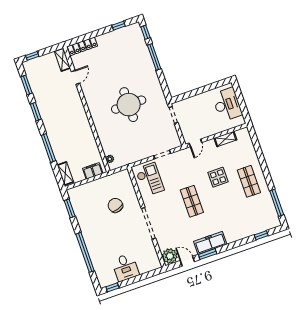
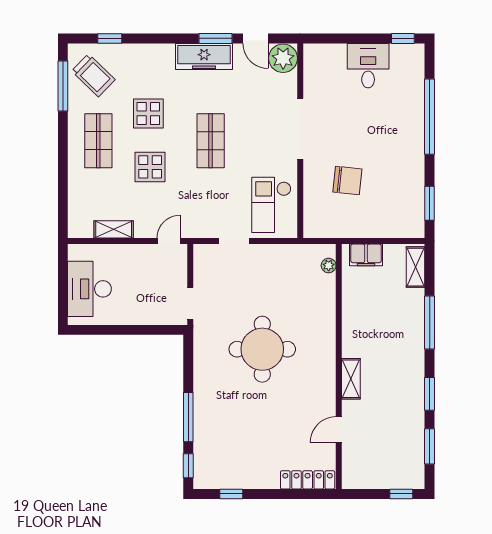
shelving: (62, 60) -> (351, 379), moved
display table: (228, 204) -> (148, 113), added
chair: (115, 205) -> (347, 180), turned -66
trolley: (263, 214) -> (93, 75), added

